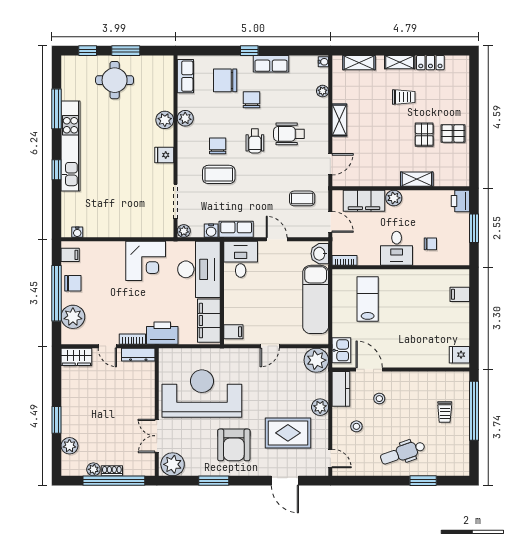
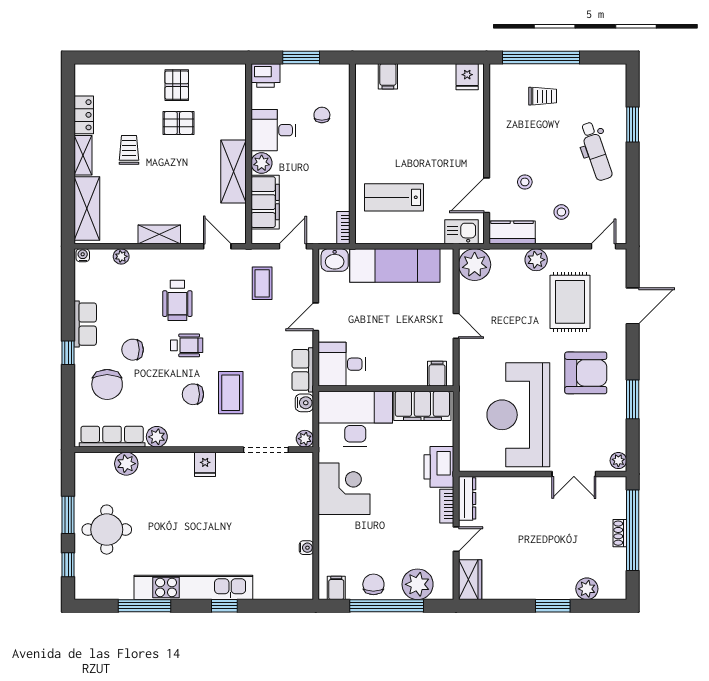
shelving: (359, 63) -> (87, 209), width x1.50, depth x1.33
row of seats: (185, 76) -> (112, 437), width x1.48
plant: (165, 120) -> (126, 464), moved
shelving: (417, 179) -> (234, 172), moved, width x1.50, depth x1.33
water cooler: (77, 232) -> (306, 548), moved
desk: (397, 248) -> (273, 130), moved, turned 180
plant: (173, 464) -> (618, 461), width x0.53, depth x0.53
plant: (93, 469) -> (618, 557), removed

